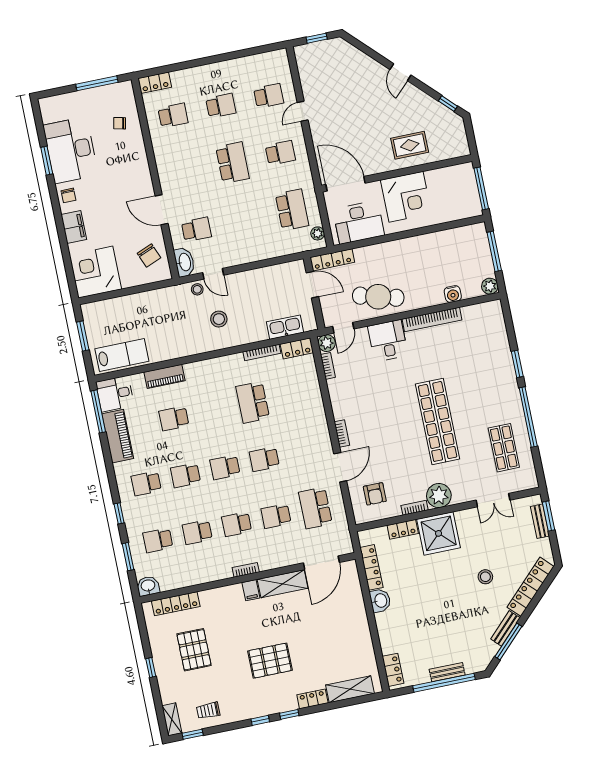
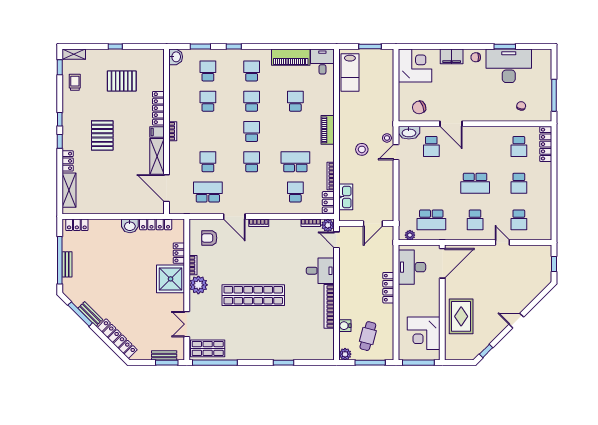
locker: (155, 83) -> (546, 144), width x1.53
rug: (410, 145) -> (461, 316), width x1.36, depth x1.43
corner desk: (406, 197) -> (424, 333), moved
door: (162, 210) -> (451, 124), swing flipped
locker: (332, 260) -> (388, 288), moved
cafe table: (378, 297) -> (368, 336), moved, width x0.73, depth x0.74
piano: (165, 376) -> (328, 130), moved
window: (98, 411) -> (312, 46), removed
window: (528, 417) -> (215, 363), moved
shop shelf: (504, 448) -> (208, 348), moved
school desk: (237, 524) -> (295, 192), moved
stool: (485, 577) -> (131, 307), removed
locker: (176, 604) -> (158, 108), moved

